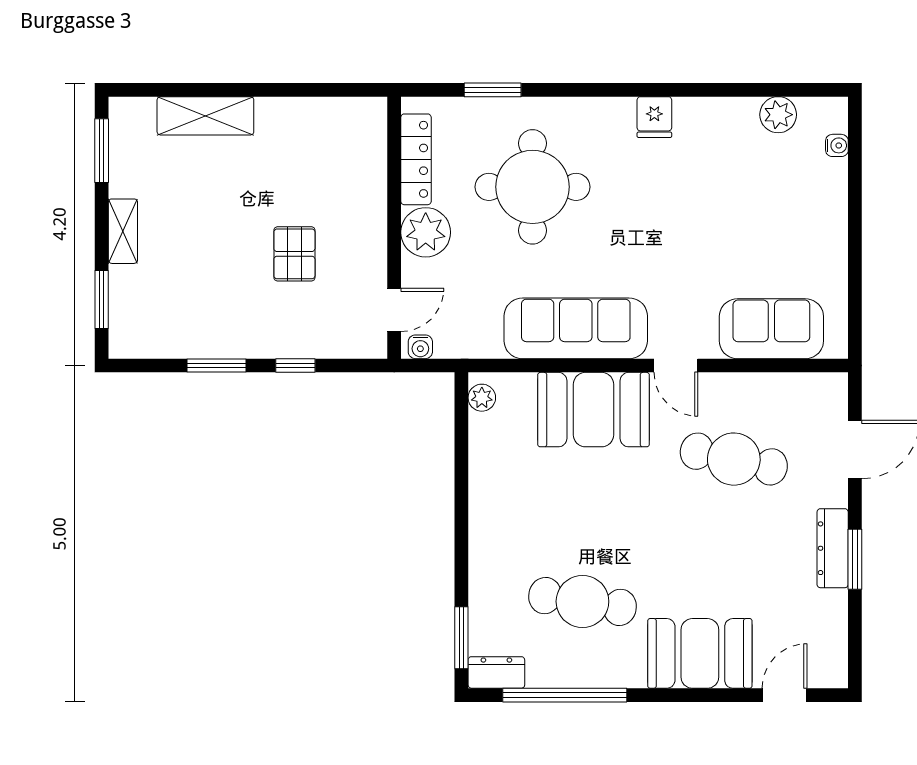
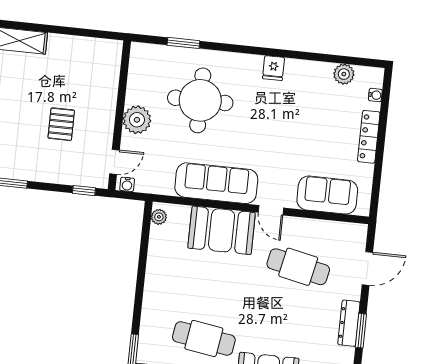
locker: (416, 159) -> (369, 137), moved, turned 180
window: (295, 366) -> (84, 191), moved

